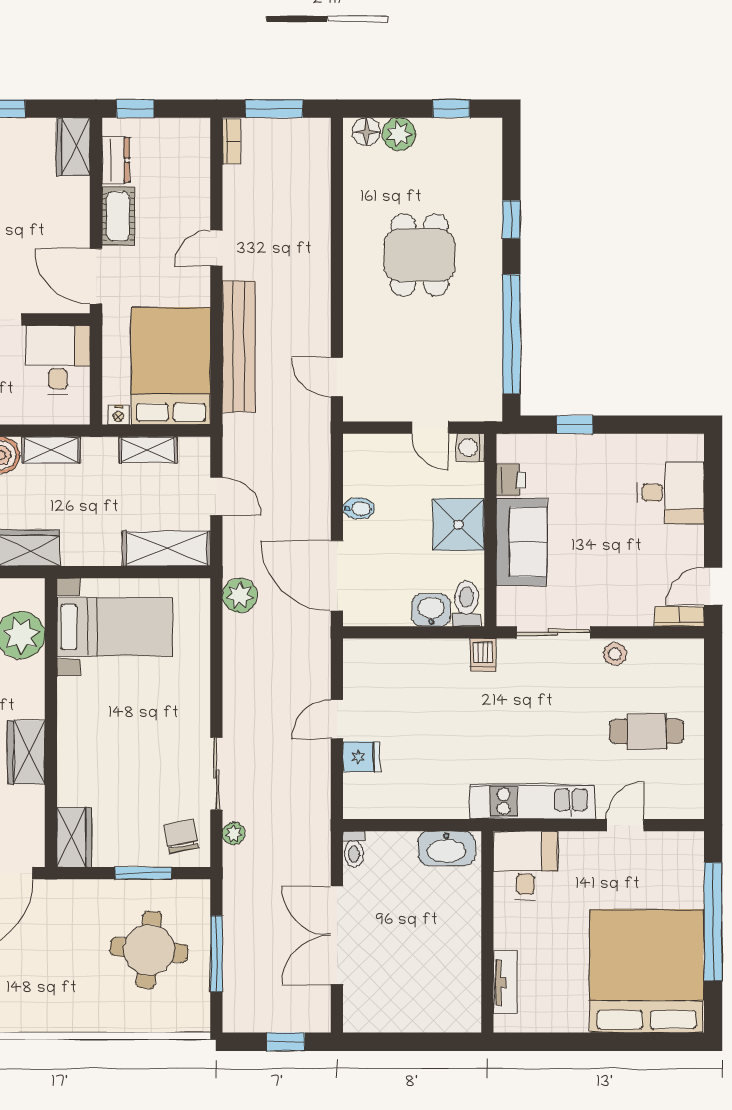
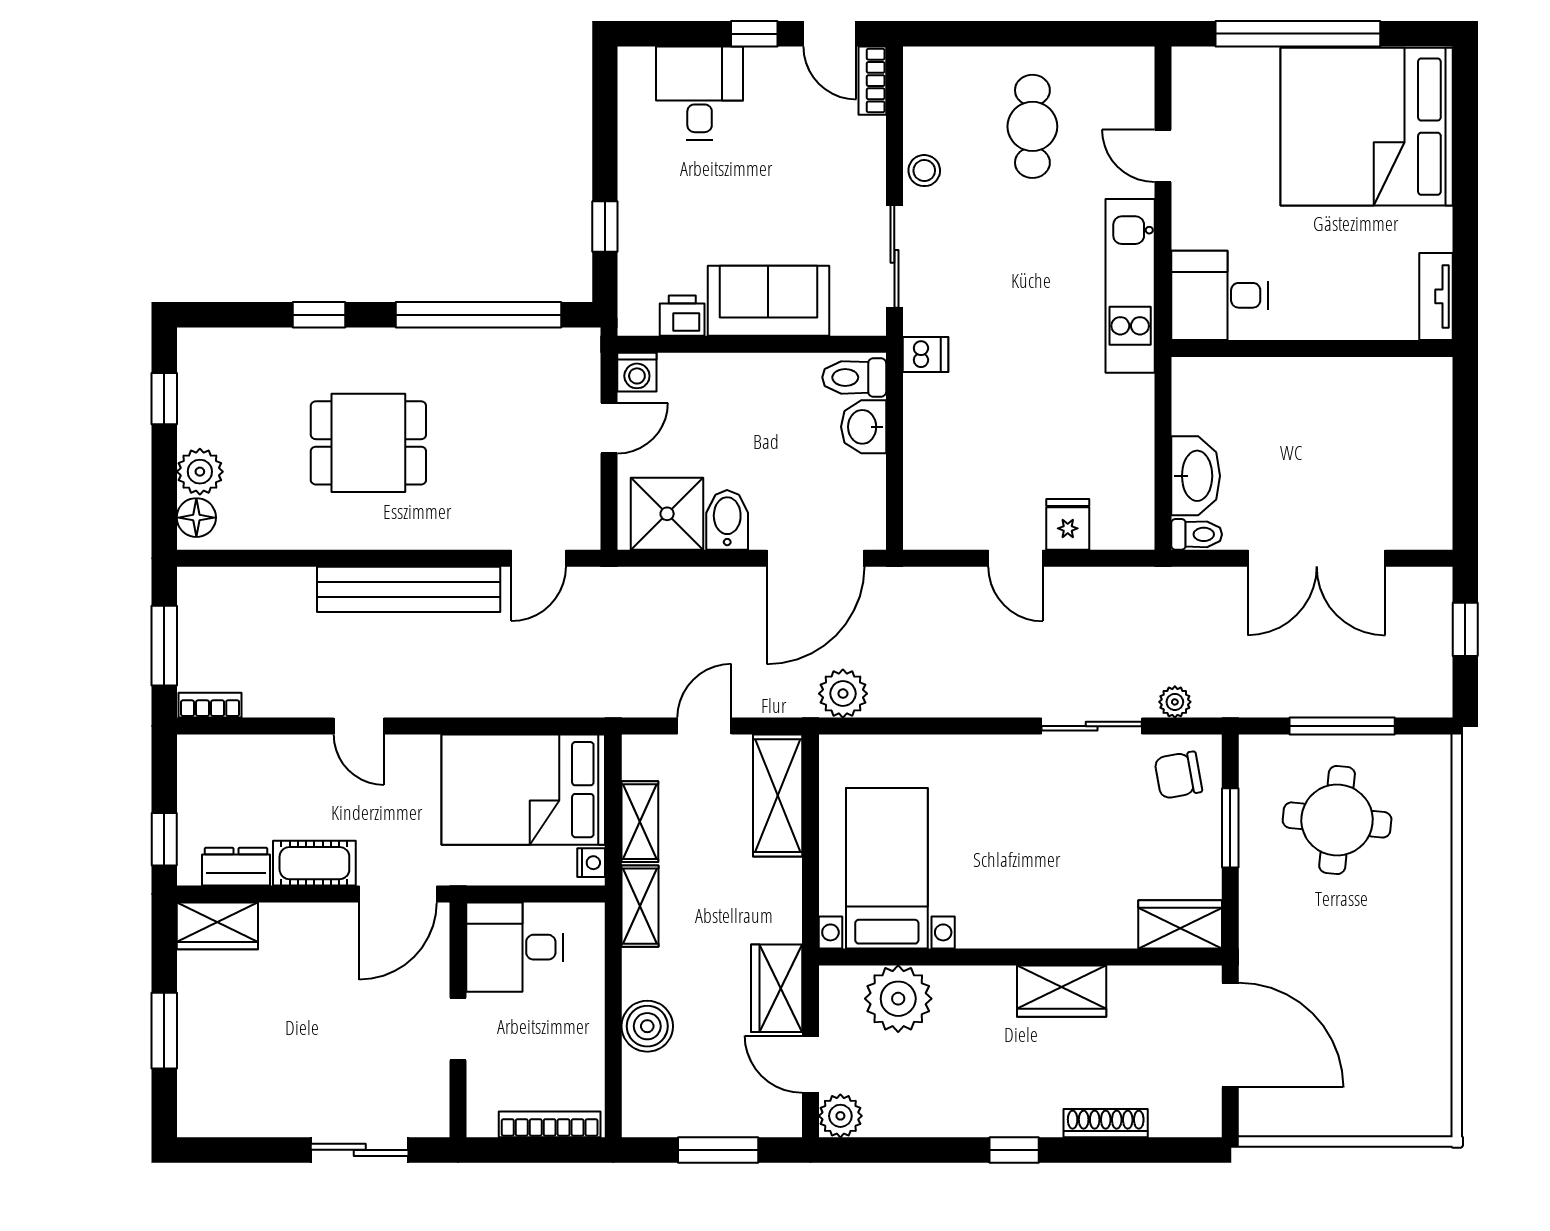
bench: (239, 346) -> (409, 589), moved
shelving: (51, 450) -> (640, 906), moved
bidet: (359, 508) -> (727, 520), width x1.38, depth x1.36
shower: (458, 524) -> (667, 514), moved
window: (713, 532) -> (754, 34), added
washbasin: (446, 848) -> (1196, 476), moved
tv unit: (505, 982) -> (1436, 296), moved, turned -90

